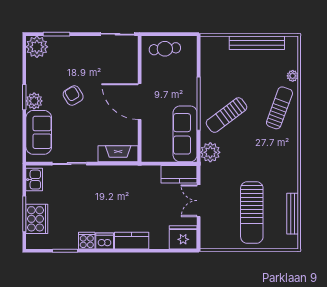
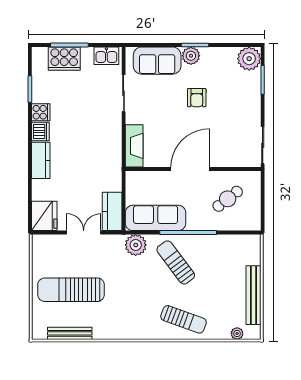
cafe table: (165, 49) -> (228, 199), moved, turned 57
plant: (293, 76) -> (237, 333), moved
armchair: (73, 96) -> (197, 98), turned 121

